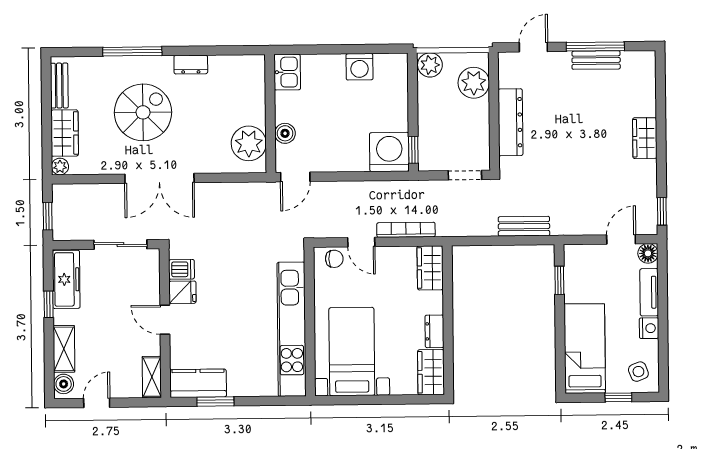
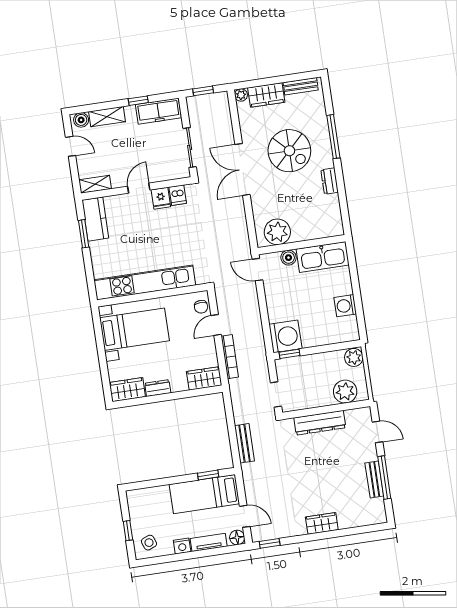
kitchen sink: (287, 72) -> (323, 257), width x1.88, depth x1.24
bed: (585, 349) -> (204, 494), moved, turned 180

